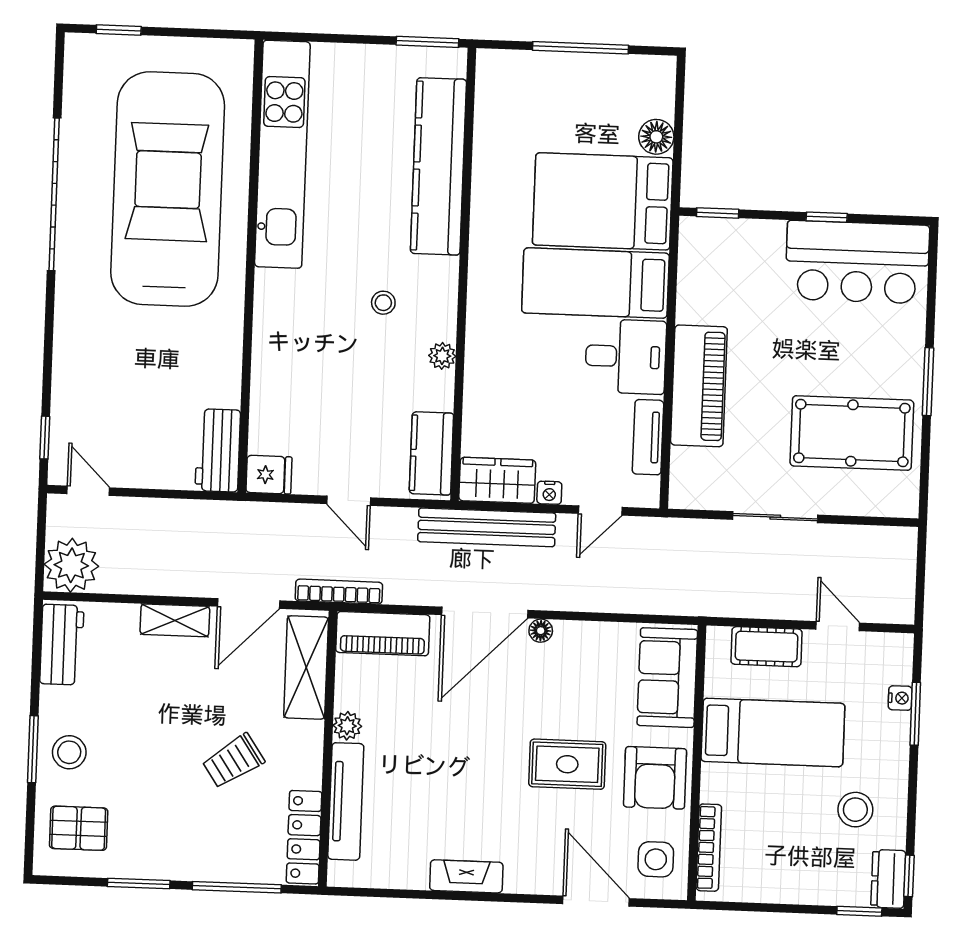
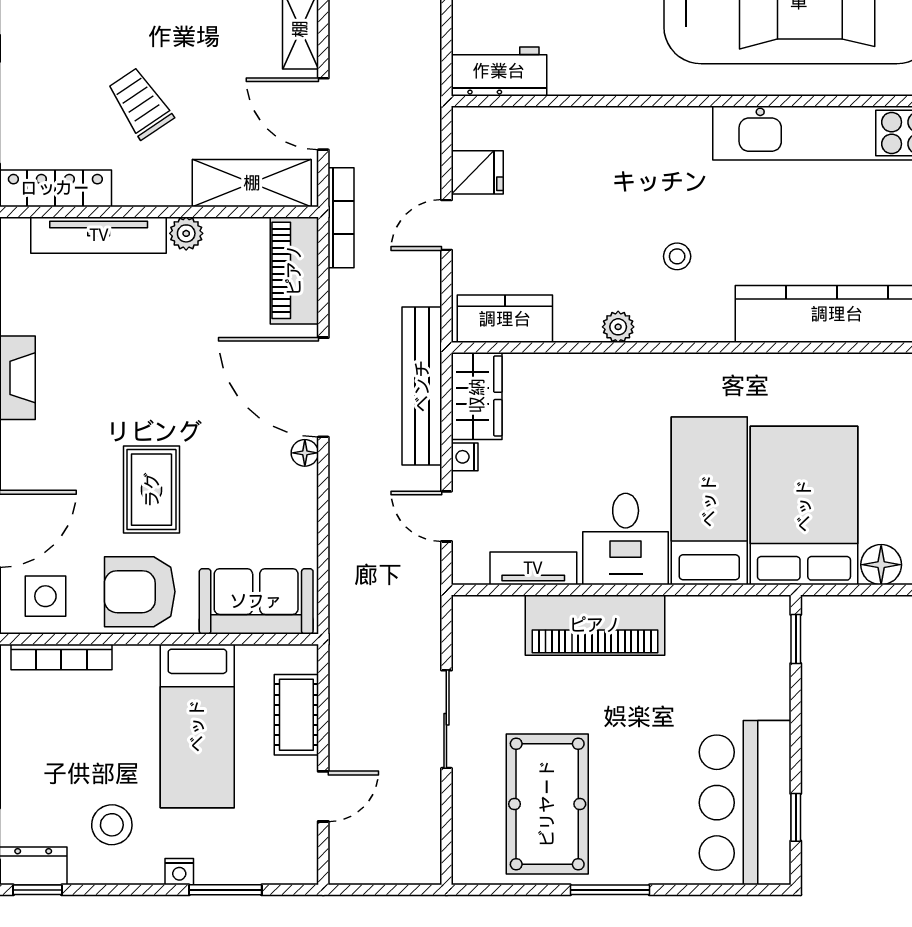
window: (827, 217) -> (796, 817), moved
fridge: (269, 475) -> (477, 172), moved, turned -90
nightstand: (900, 698) -> (179, 872), moved

